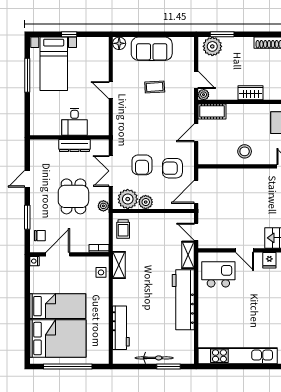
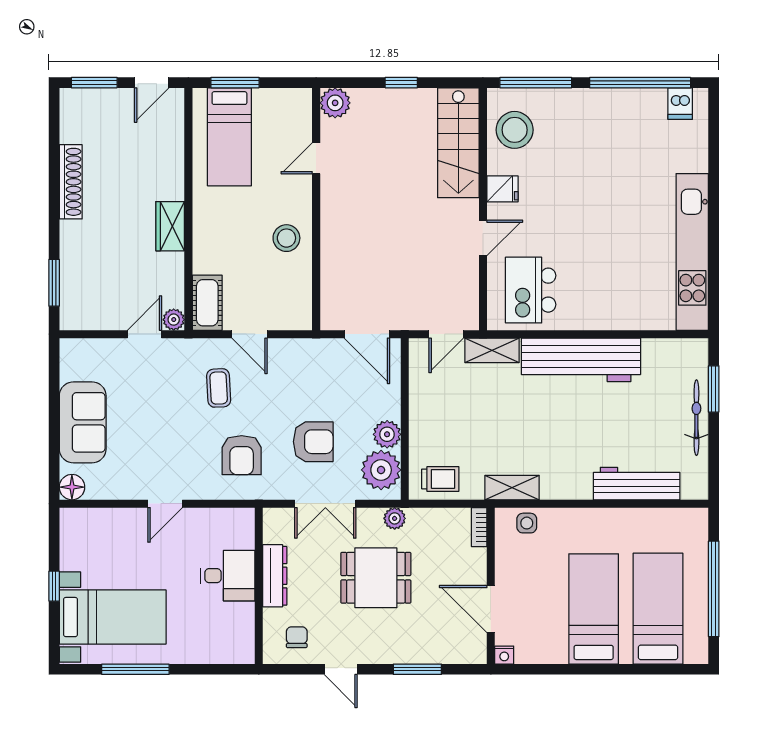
plant: (212, 46) -> (78, 302), removed
coffee table: (155, 87) -> (219, 388), moved
armchair: (172, 168) -> (242, 455), moved
chair: (40, 236) -> (297, 637), moved
bed: (58, 339) -> (658, 609), width x0.67

